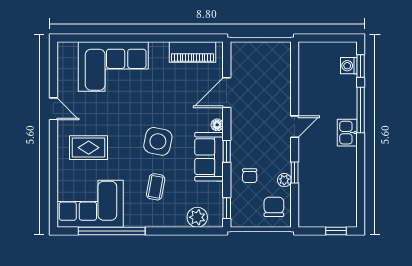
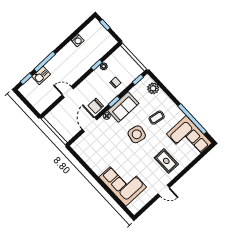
piano: (192, 52) -> (86, 155), removed
washing machine: (349, 66) -> (78, 40), moved
door: (227, 93) -> (90, 124), swing flipped
door: (53, 109) -> (164, 191), swing flipped
door: (295, 127) -> (68, 92), moved
kitchen sink: (347, 133) -> (41, 75), moved
chair: (274, 207) -> (96, 106), moved

